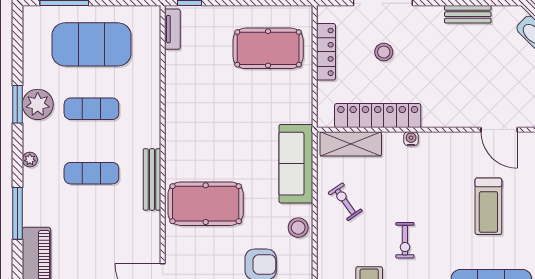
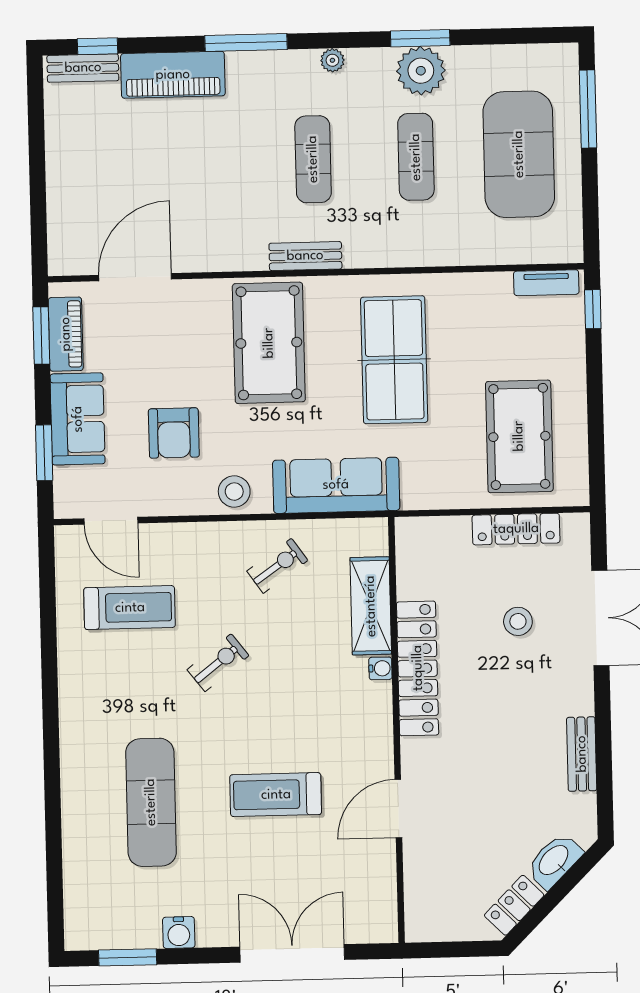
locker: (378, 116) -> (418, 668), moved
table tennis table: (218, 125) -> (394, 360), added
shelving: (351, 144) -> (371, 606), moved
bench: (152, 179) -> (305, 256), width x0.73
exercise bike: (405, 240) -> (218, 663), turned 142

